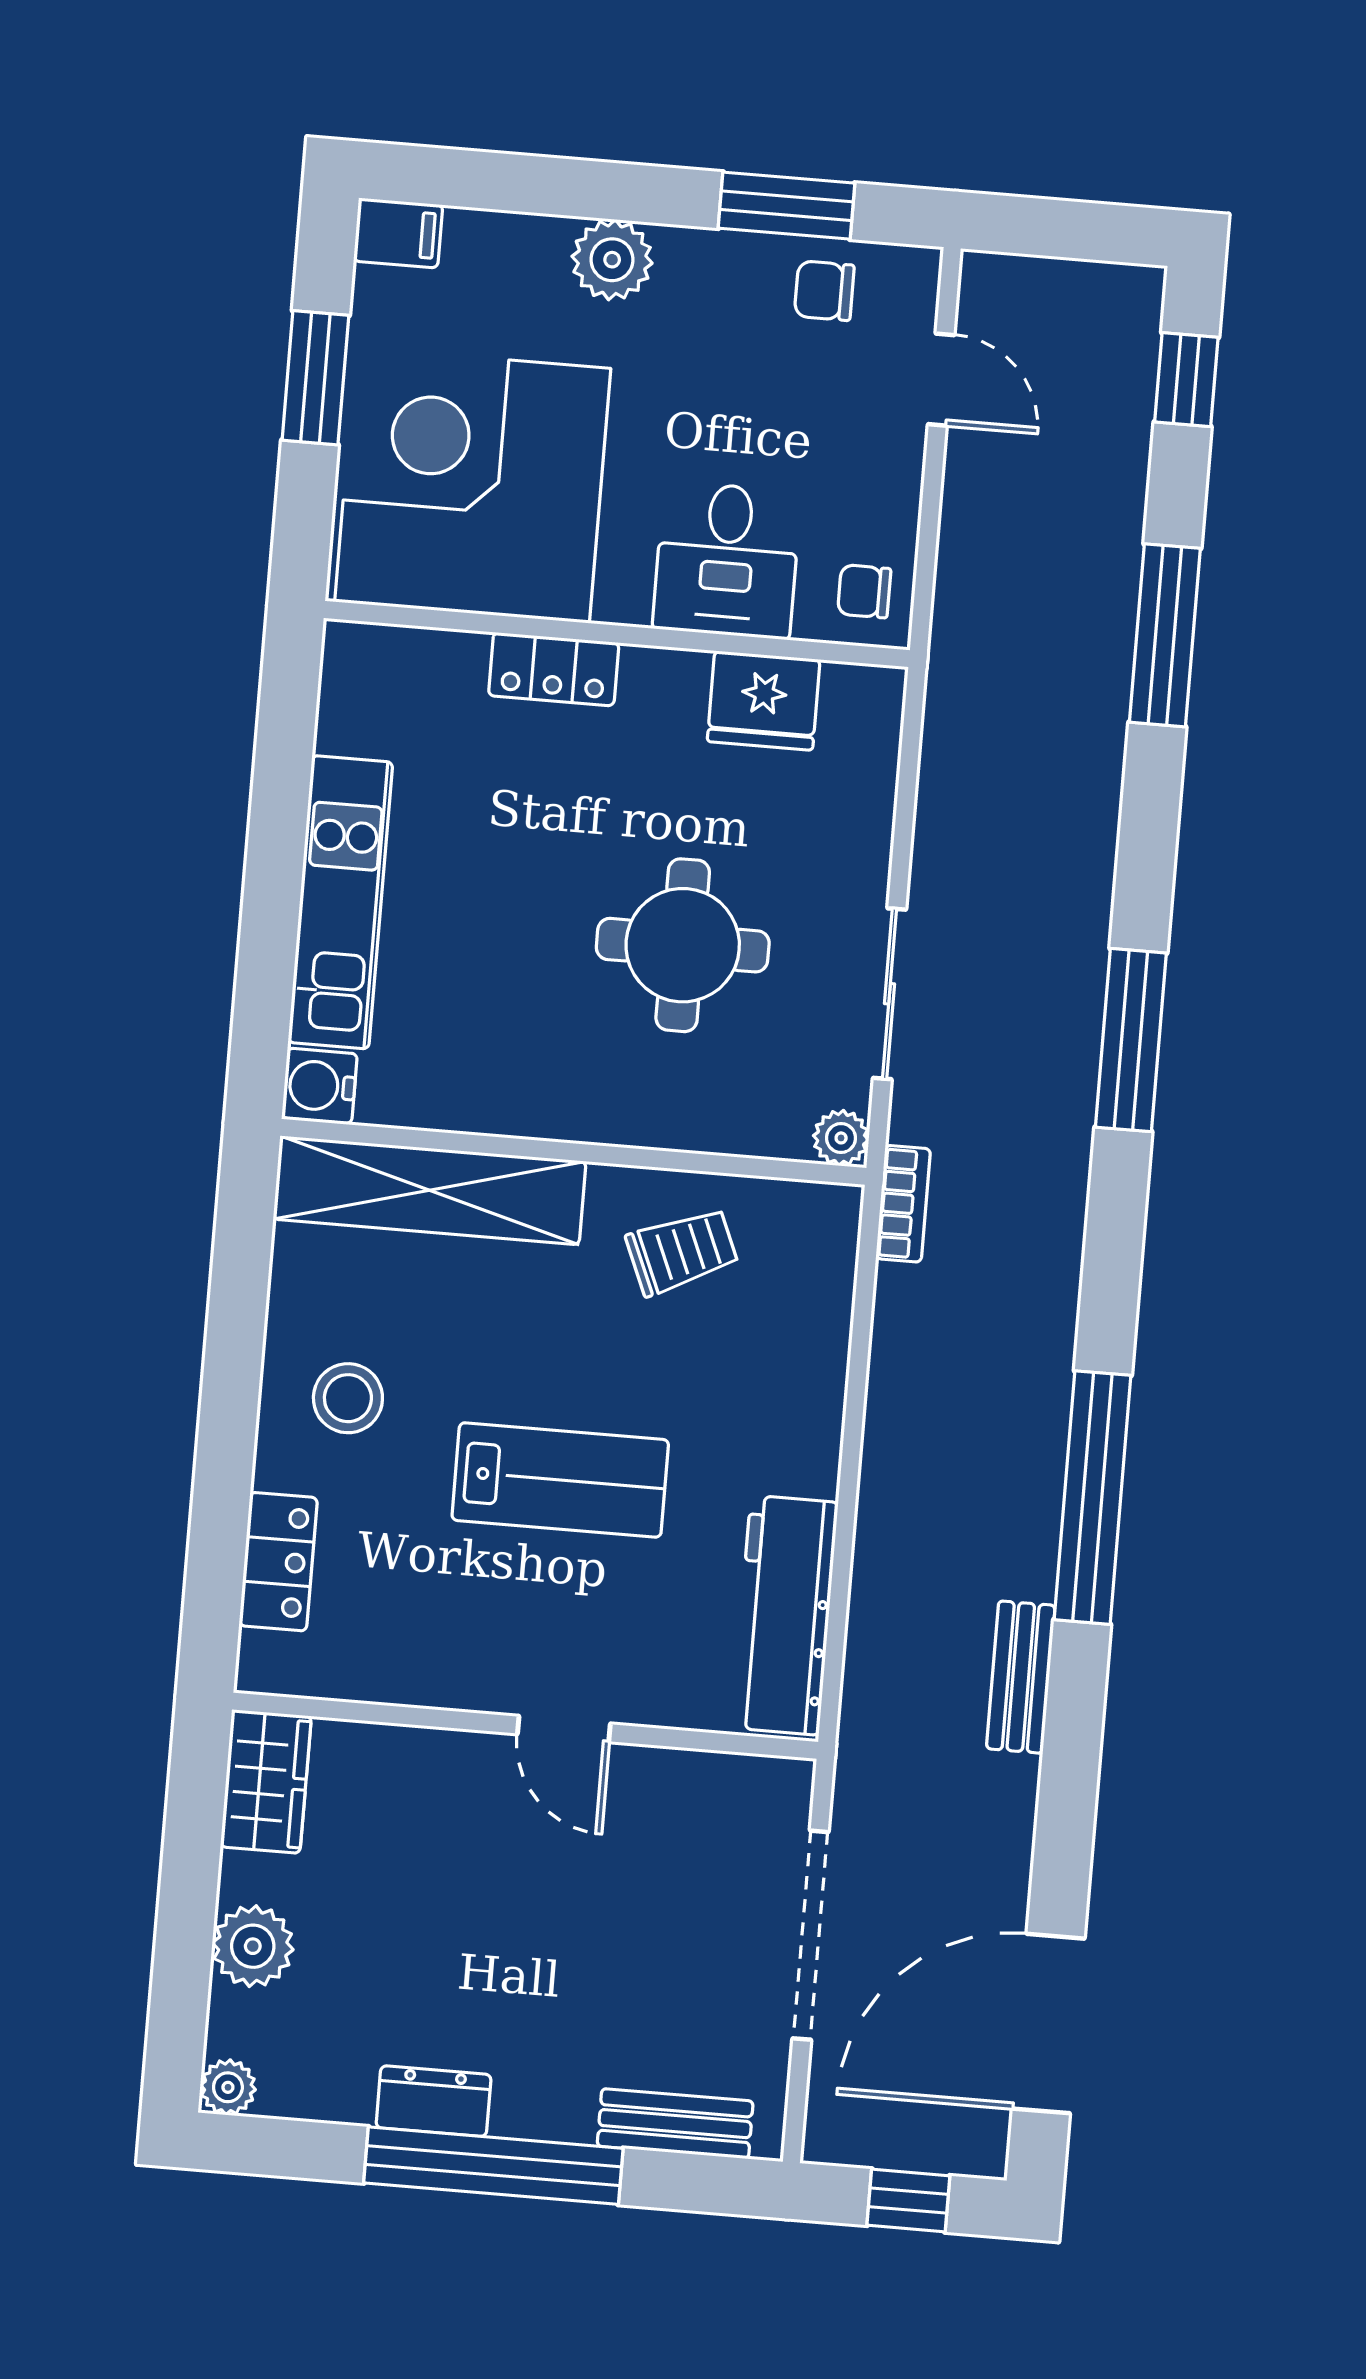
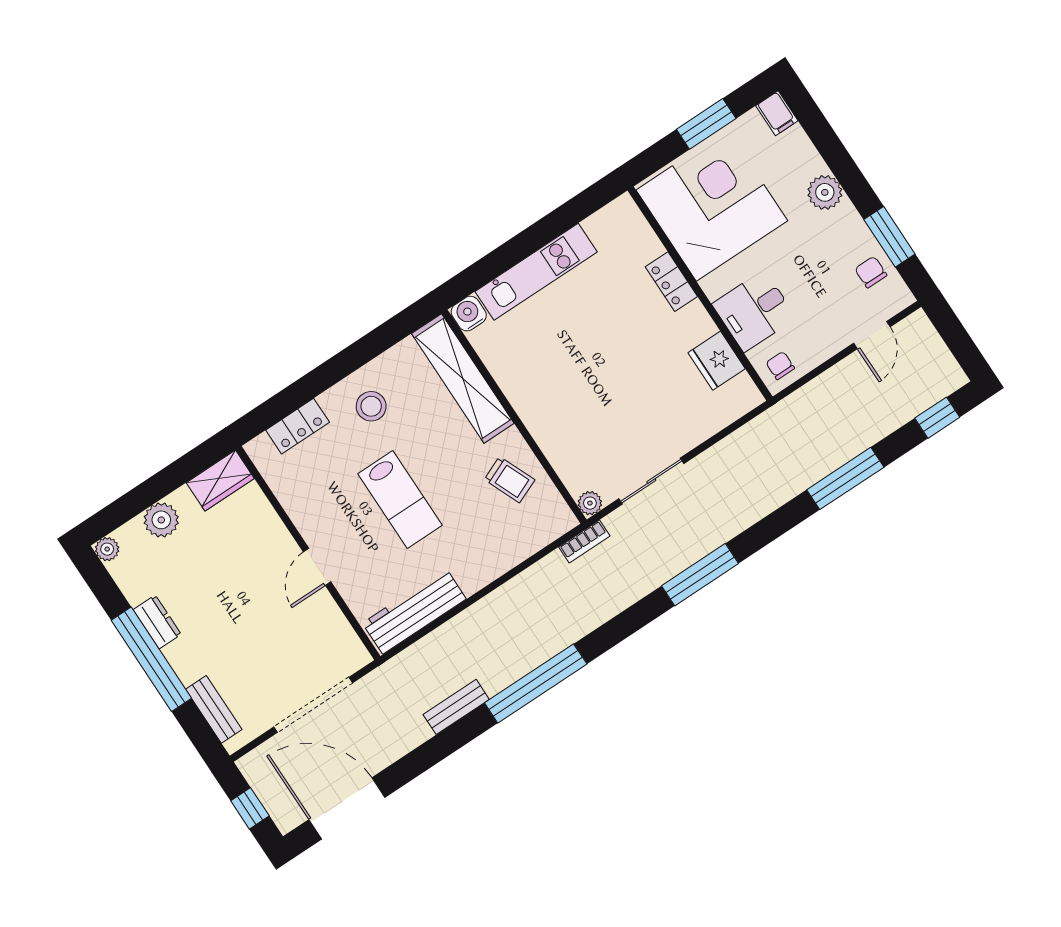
round table: (683, 945) -> (613, 398), removed

